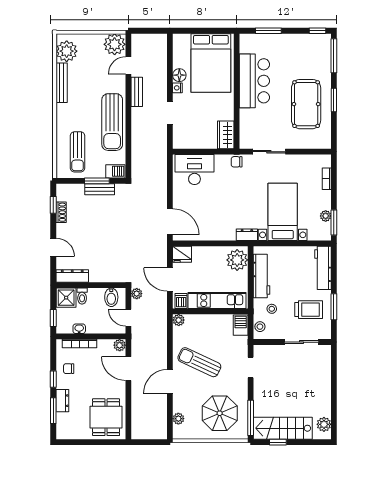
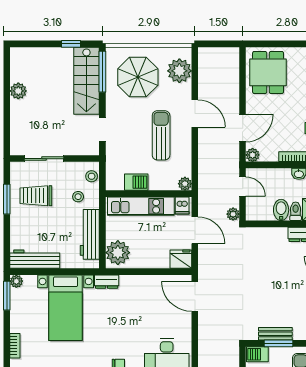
plant: (326, 216) -> (16, 281), moved
workbench: (323, 268) -> (35, 259), moved, turned -90
bidet: (111, 297) -> (281, 210), moved
barbecue: (241, 325) -> (136, 182), moved, turned -90
sun lounger: (199, 362) -> (161, 135), turned -115
door: (128, 369) -> (243, 128), hinge flipped
door: (170, 381) -> (195, 113), hinge flipped
plant: (178, 419) -> (179, 71), width x1.88, depth x1.88
plant: (324, 424) -> (18, 91), moved
stairs: (283, 428) -> (86, 81), moved, turned 90

